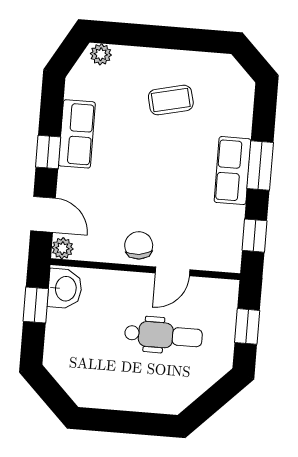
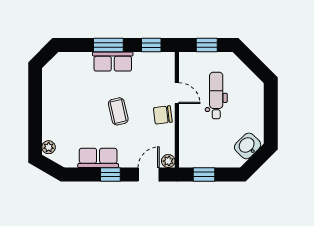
coffee table: (171, 100) -> (118, 111), moved
washbasin: (65, 289) -> (248, 146), moved, turned -45

